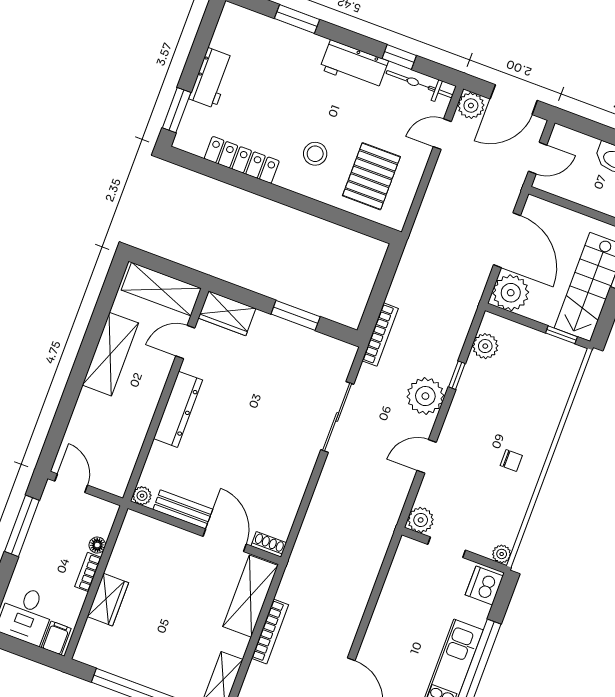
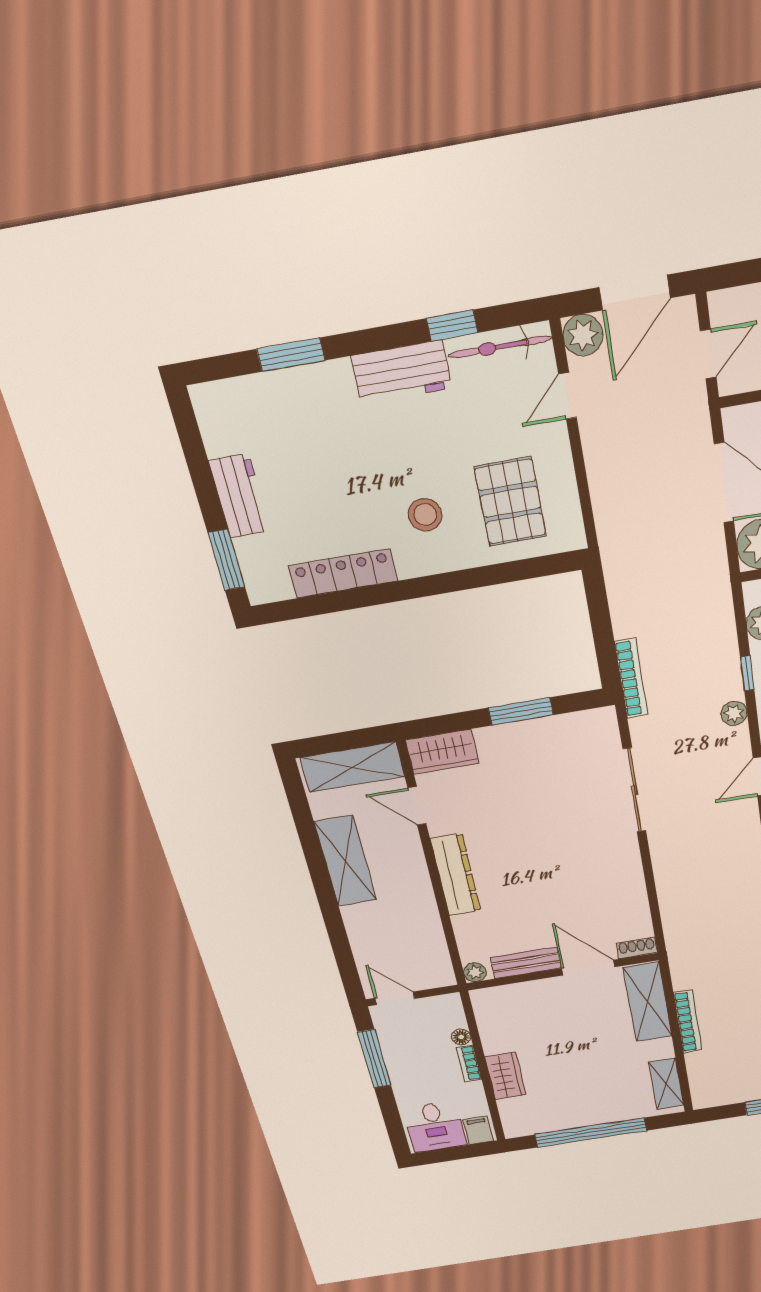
door: (185, 342) -> (417, 806), hinge flipped
plant: (425, 396) -> (734, 713), width x0.53, depth x0.53

